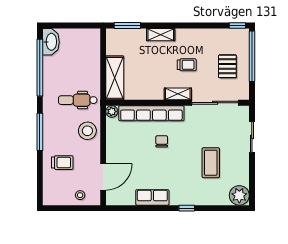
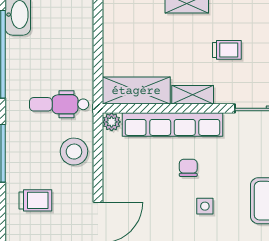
shelving: (115, 78) -> (136, 91), moved, turned 90
shelving: (178, 94) -> (193, 95), moved
side table: (172, 166) -> (205, 206), added

